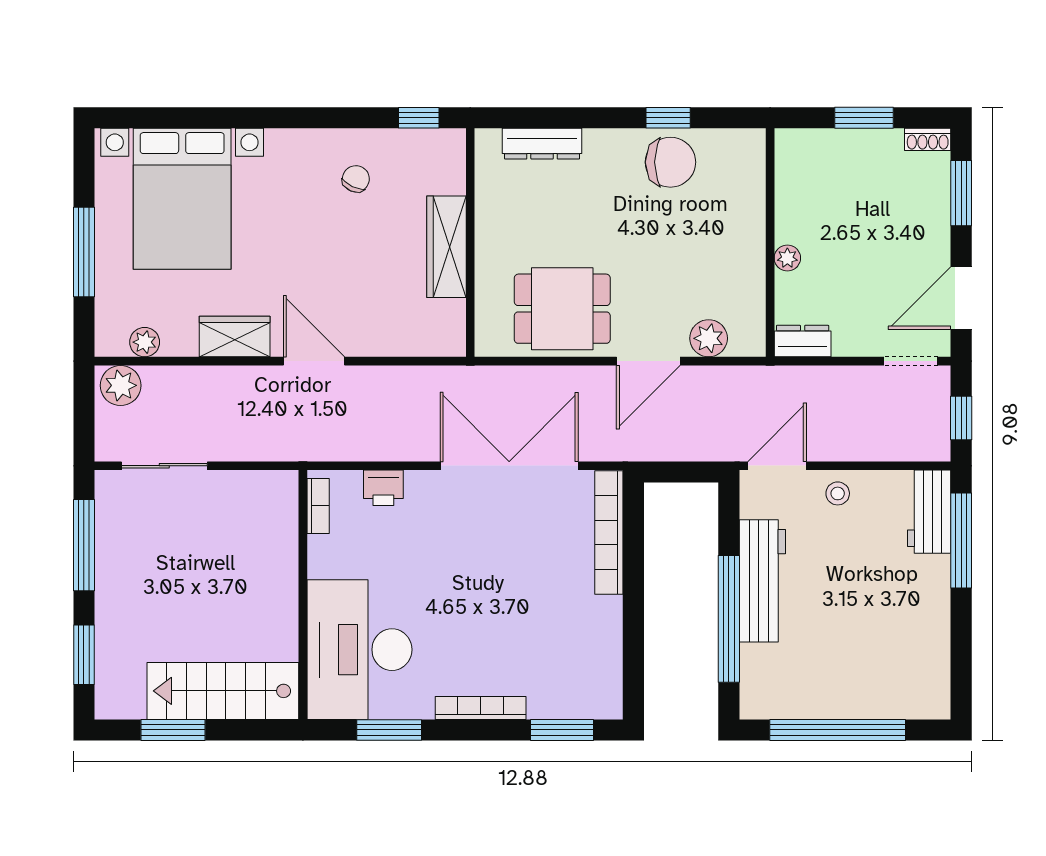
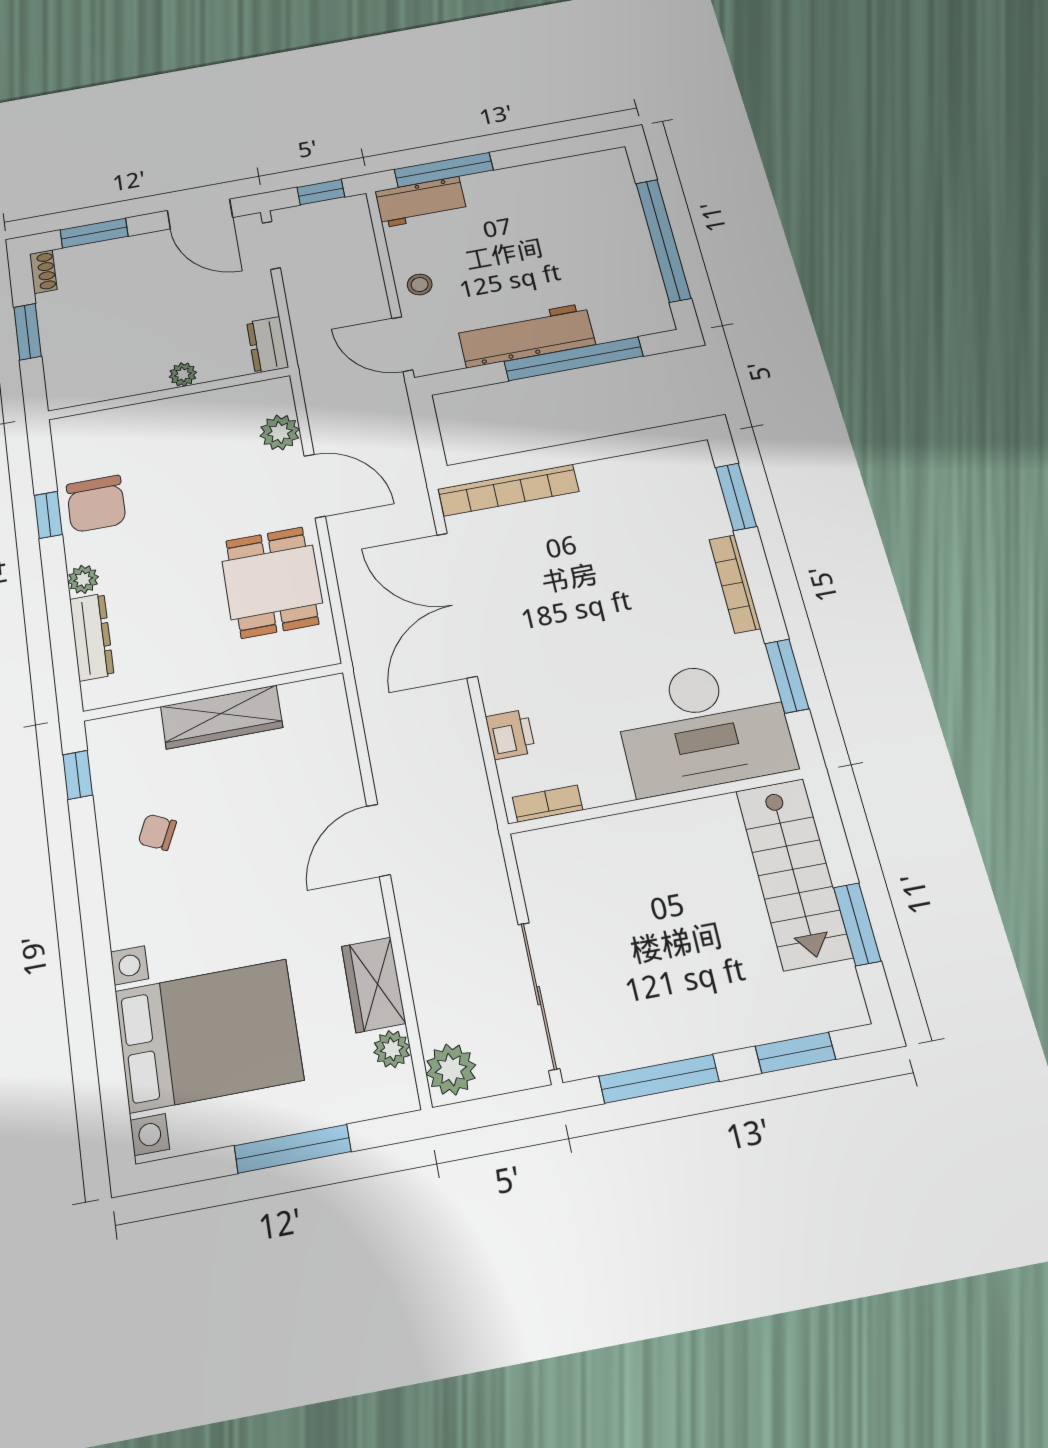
plant: (598, 142) -> (83, 579), added
chair: (670, 162) -> (96, 504), turned 180
wardrobe: (235, 337) -> (374, 985), moved
sliding door: (164, 466) -> (539, 996), width x1.37

